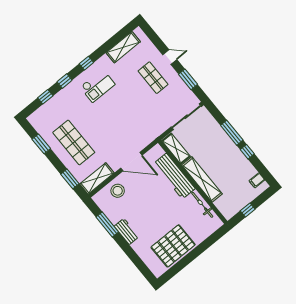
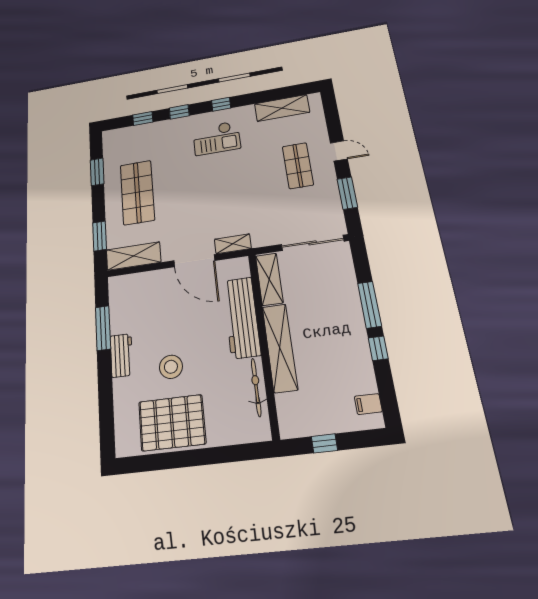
shelving: (146, 141) -> (233, 244), added
stool: (118, 191) -> (171, 367), moved

